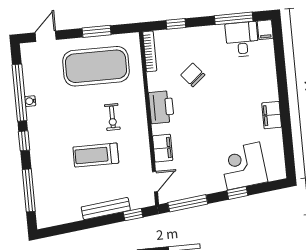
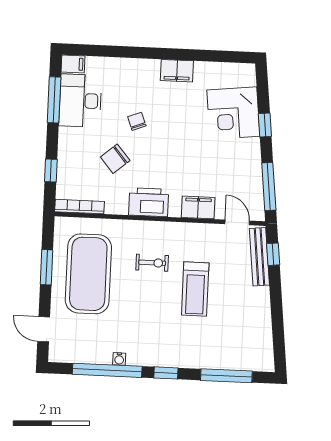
desk: (242, 39) -> (80, 101), width x1.37
chair: (226, 88) -> (137, 121), added
bench: (106, 209) -> (259, 257), moved

